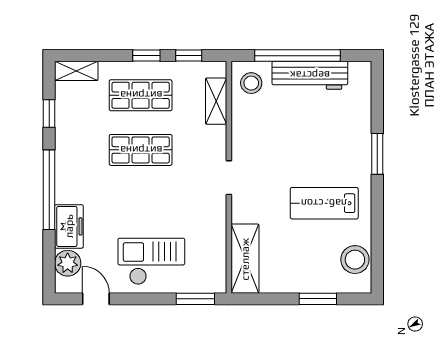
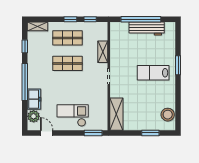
stool: (251, 83) -> (119, 32), removed
shelving: (216, 101) -> (103, 52), moved
lab bench: (324, 203) -> (153, 73), moved

